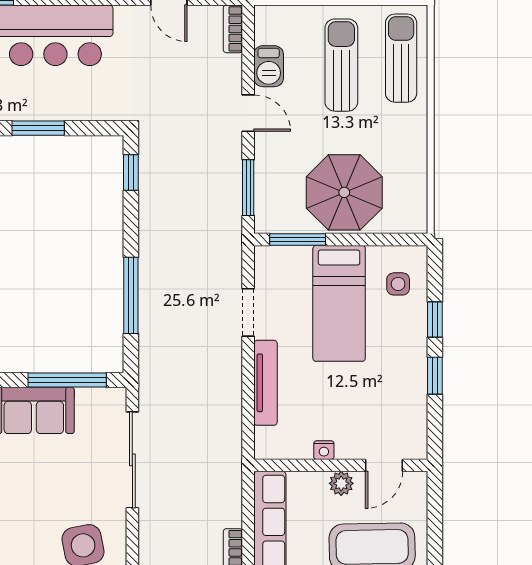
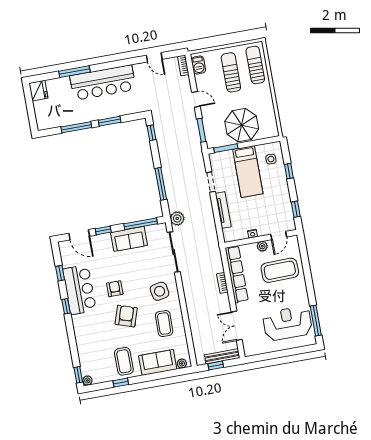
barbecue: (269, 66) -> (198, 65), moved
window: (435, 376) -> (296, 209), moved
plant: (155, 383) -> (177, 218), added

